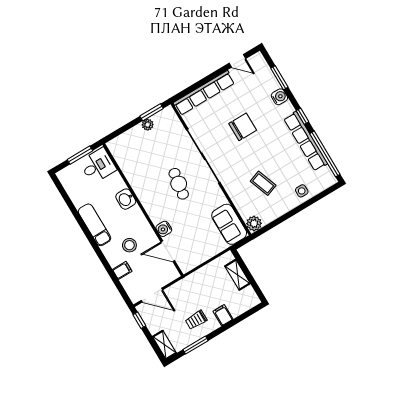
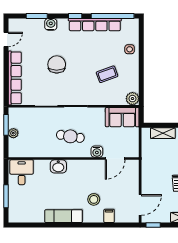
desk: (98, 166) -> (22, 172), moved
washbasin: (126, 199) -> (58, 166), moved
wall: (143, 210) -> (74, 159), moved
water cooler: (164, 229) -> (97, 152), moved
door: (168, 251) -> (115, 159), moved

